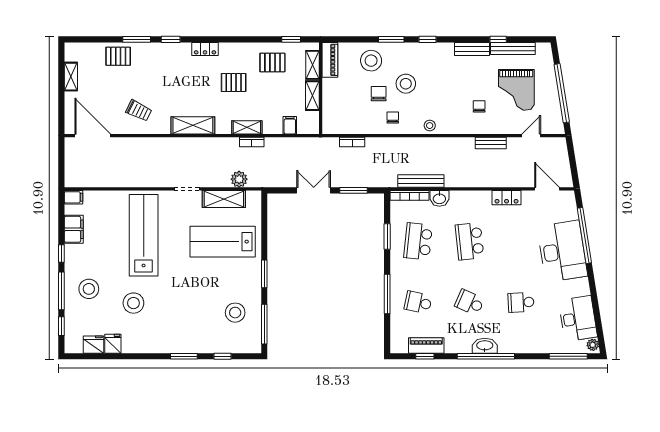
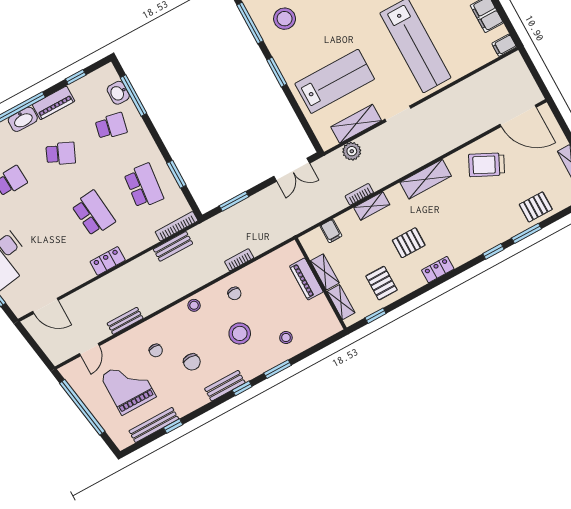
locker: (205, 49) -> (438, 270), moved
bench: (472, 49) -> (225, 386), moved
piano: (330, 60) -> (306, 279), moved
stool: (371, 61) -> (286, 338), width x0.53, depth x0.53
pallet: (272, 62) -> (381, 283), turned 90
chair: (379, 94) -> (192, 362), moved
trolley: (139, 111) -> (487, 165), width x1.36, depth x1.39
bookcase: (352, 142) -> (239, 260), moved
bench: (421, 181) -> (173, 246), width x0.73
double door: (314, 190) -> (292, 170), moved
washbasin: (439, 198) -> (118, 93), moved, turned -90
locker: (507, 198) -> (108, 261), moved
window: (387, 294) -> (134, 95), moved
piano: (426, 345) -> (54, 103), moved

